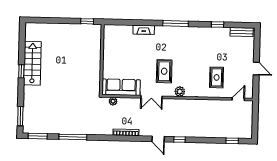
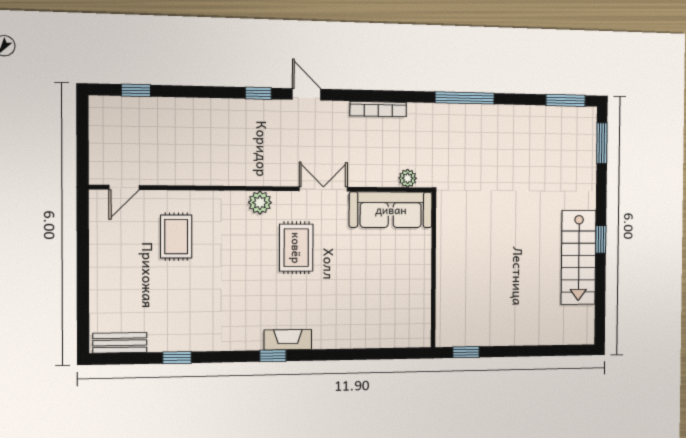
window: (176, 24) -> (273, 356), width x0.46
fireplace: (144, 30) -> (288, 340), moved
door: (256, 69) -> (83, 259), removed
window: (73, 137) -> (465, 98), moved

